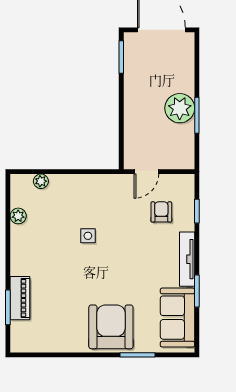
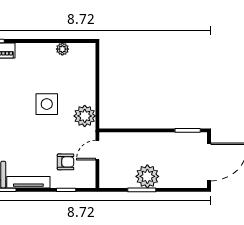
door: (146, 172) -> (97, 150), hinge flipped
plant: (41, 181) -> (85, 116), moved, width x1.88, depth x1.88
side table: (88, 236) -> (47, 104), width x1.87, depth x1.87

